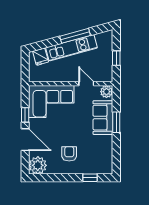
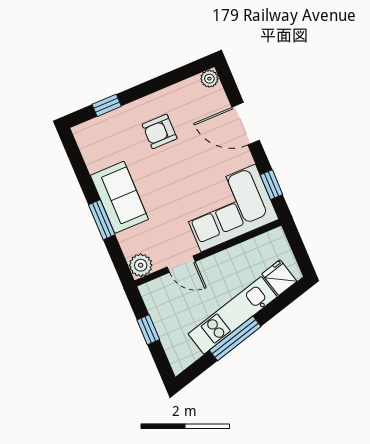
window: (25, 115) -> (271, 185), moved
sofa: (103, 118) -> (119, 197), moved
armchair: (69, 154) -> (160, 131), turned 90
plant: (38, 165) -> (209, 79), width x0.53, depth x0.53

